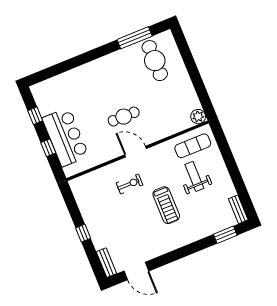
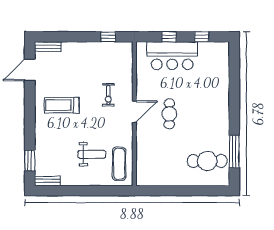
plant: (198, 117) -> (143, 179), removed
treadmill: (166, 205) -> (62, 105), moved
window: (83, 233) -> (108, 37), moved

